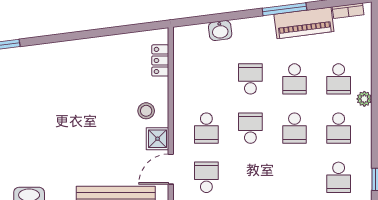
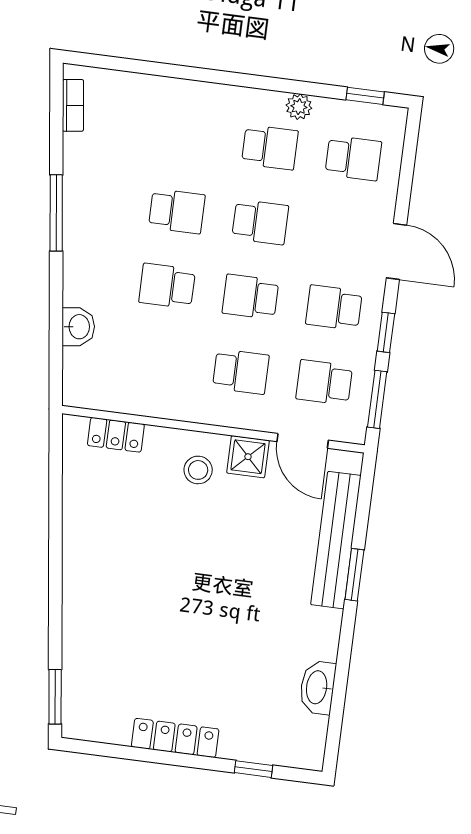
piano: (304, 23) -> (84, 183), removed
school desk: (339, 79) -> (334, 308), moved, turned 180
plant: (364, 99) -> (299, 107), moved

